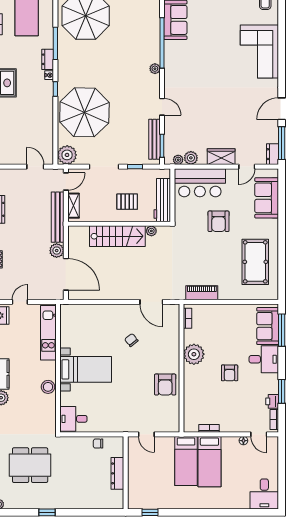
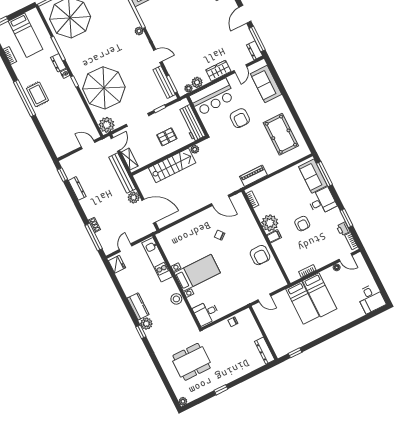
filing cabinet: (191, 371) -> (274, 236), added
dresser: (117, 473) -> (265, 351), moved

